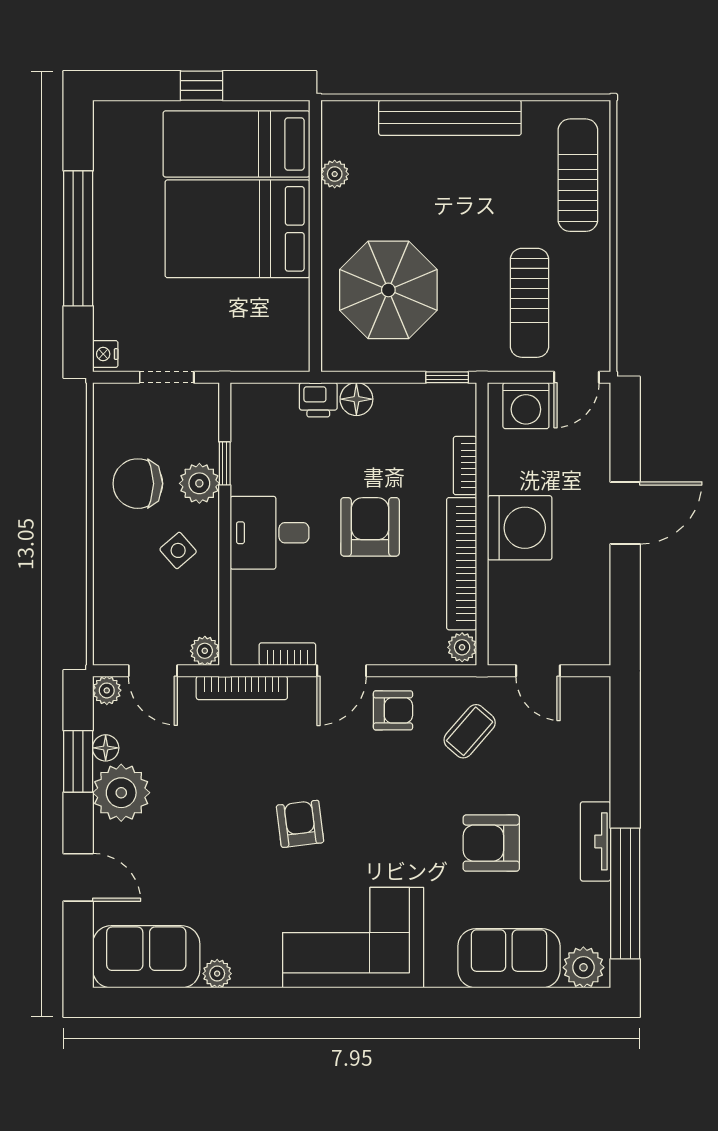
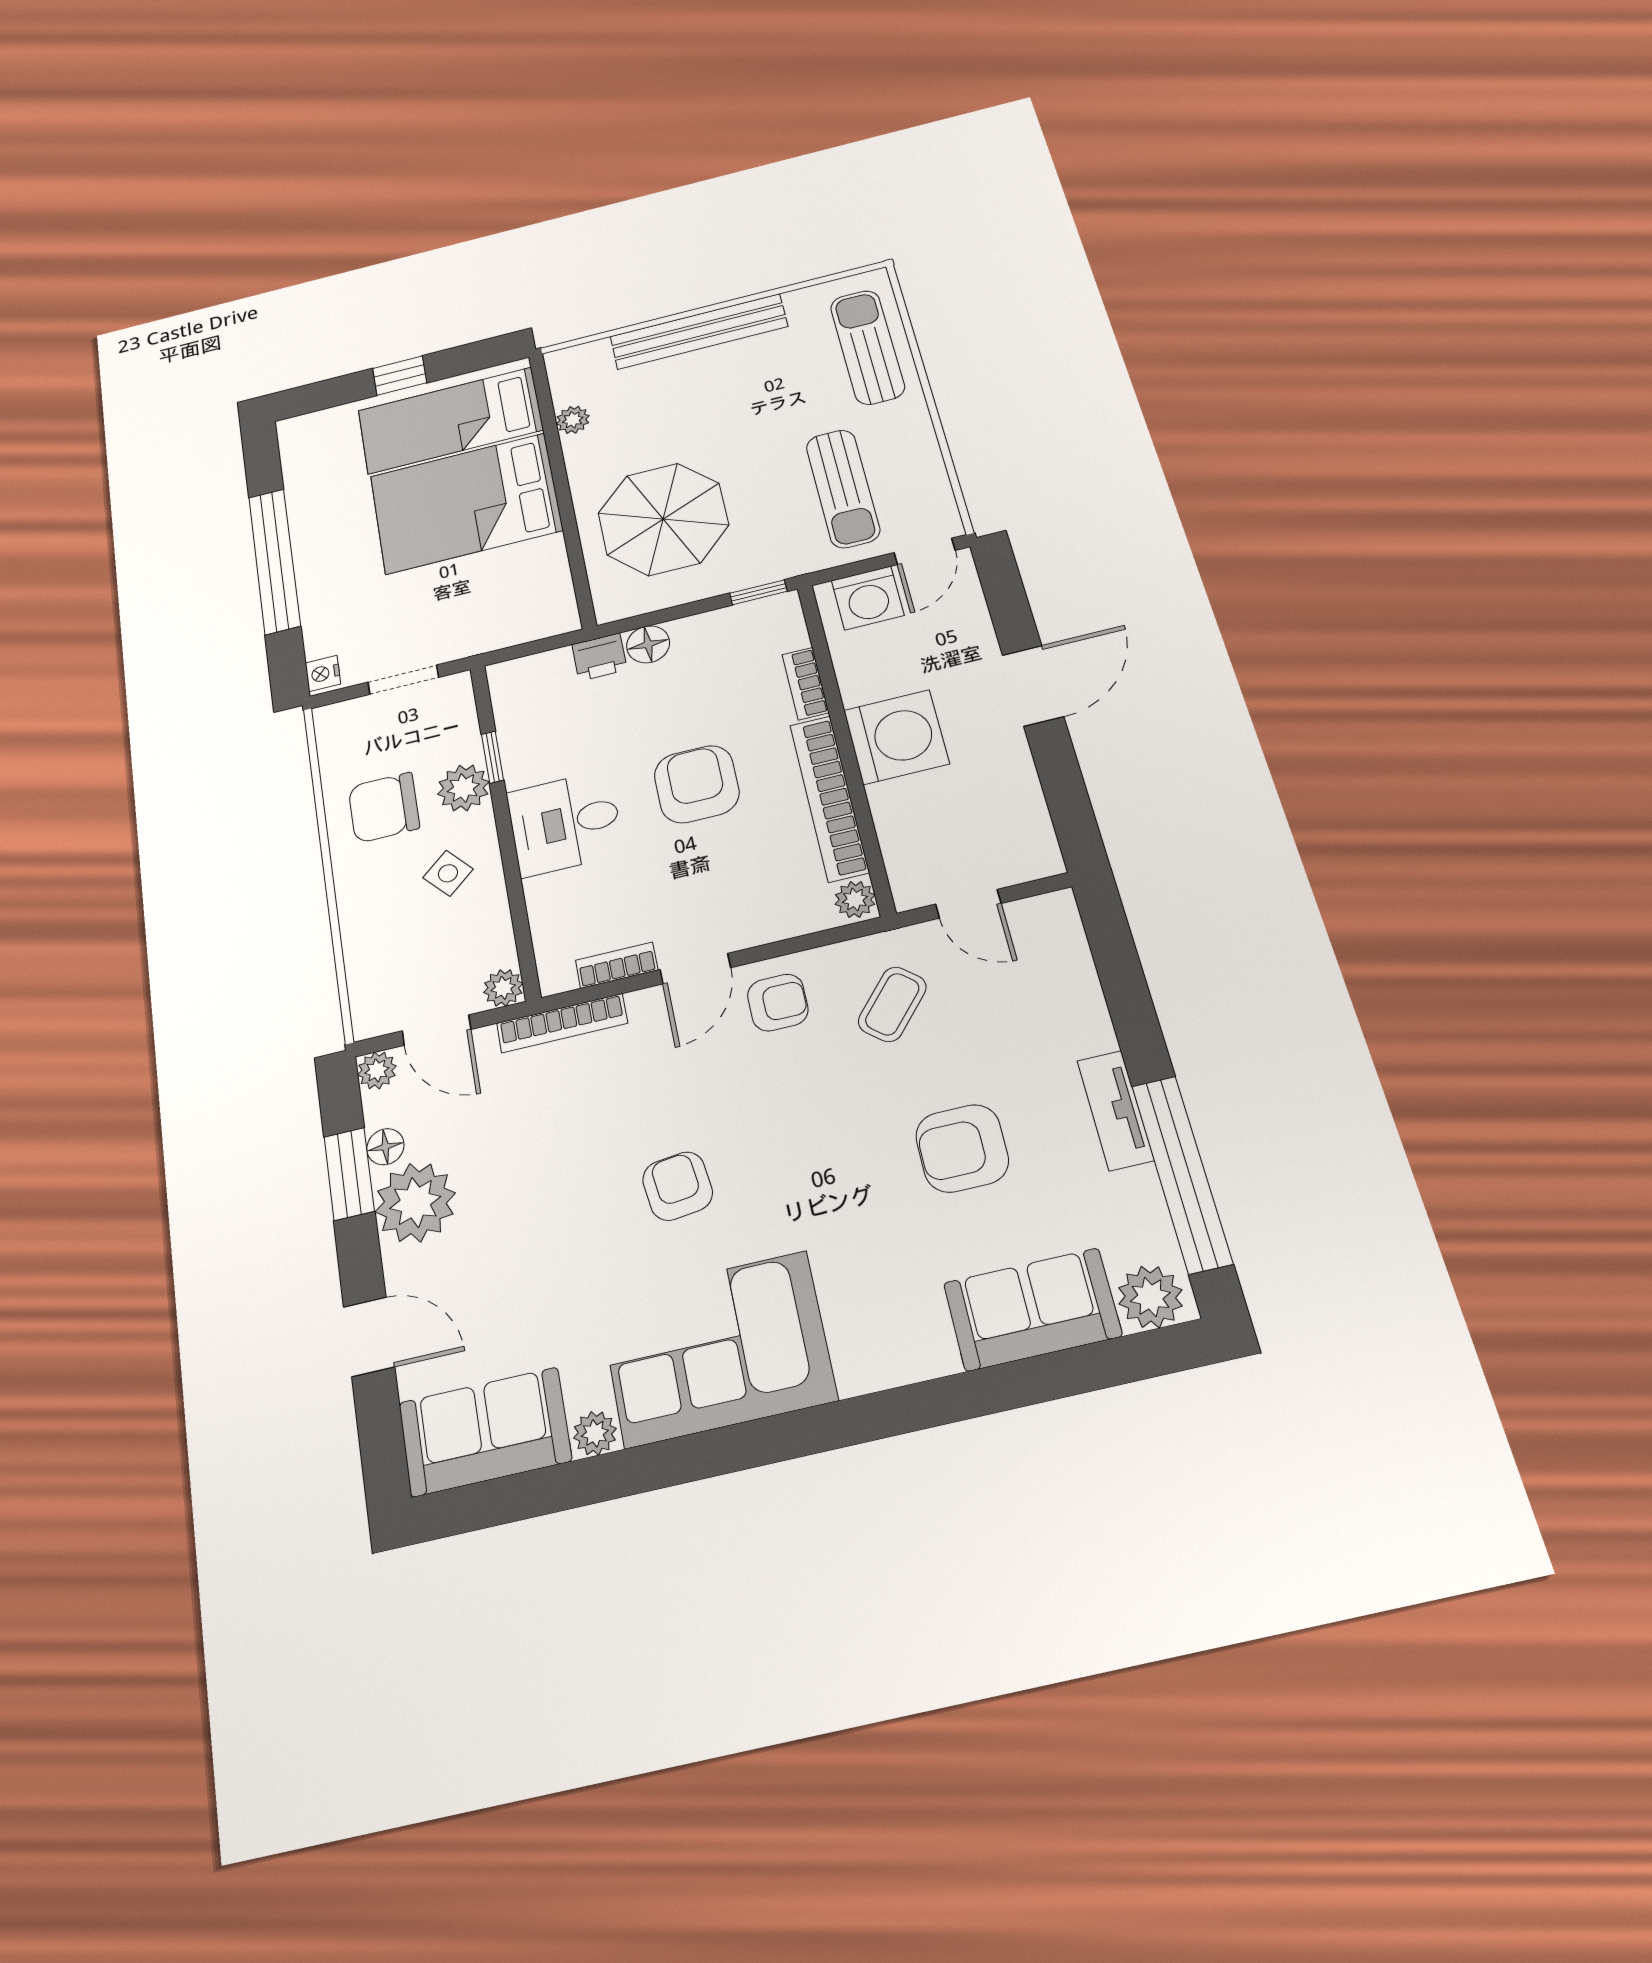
corner sofa: (353, 938) -> (717, 1349), moved

